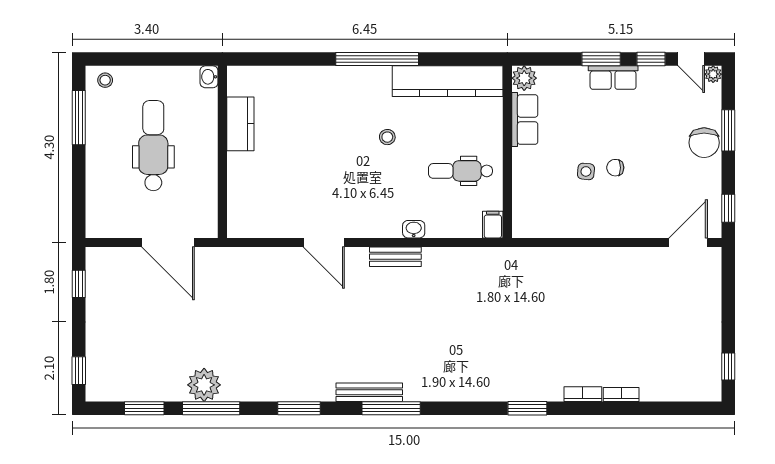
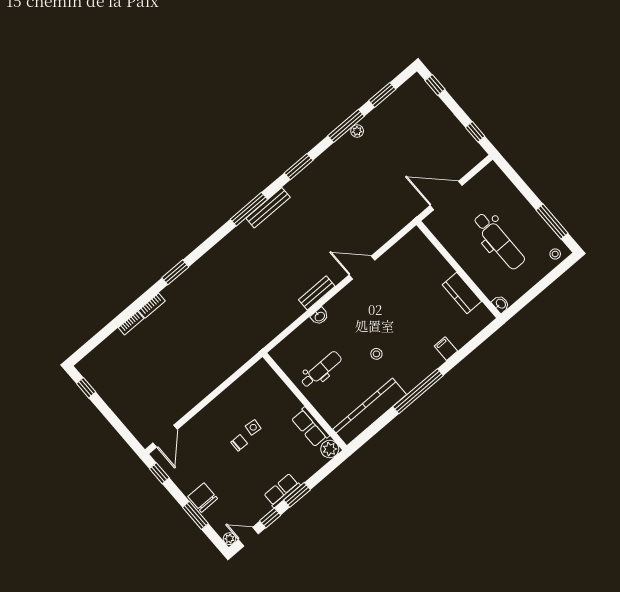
filing cabinet: (493, 225) -> (446, 349), moved, turned 180
plant: (204, 385) -> (357, 131), width x0.53, depth x0.53

